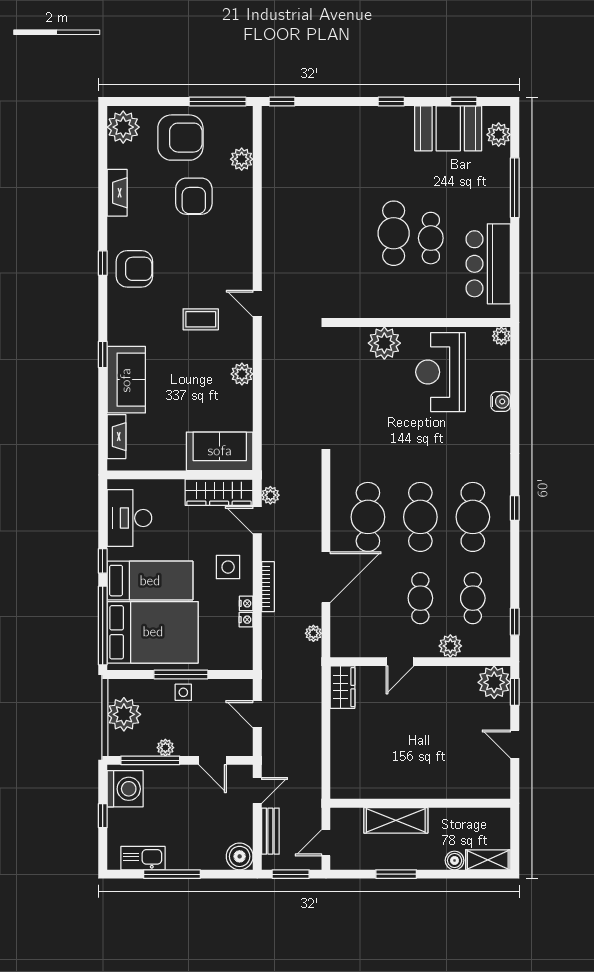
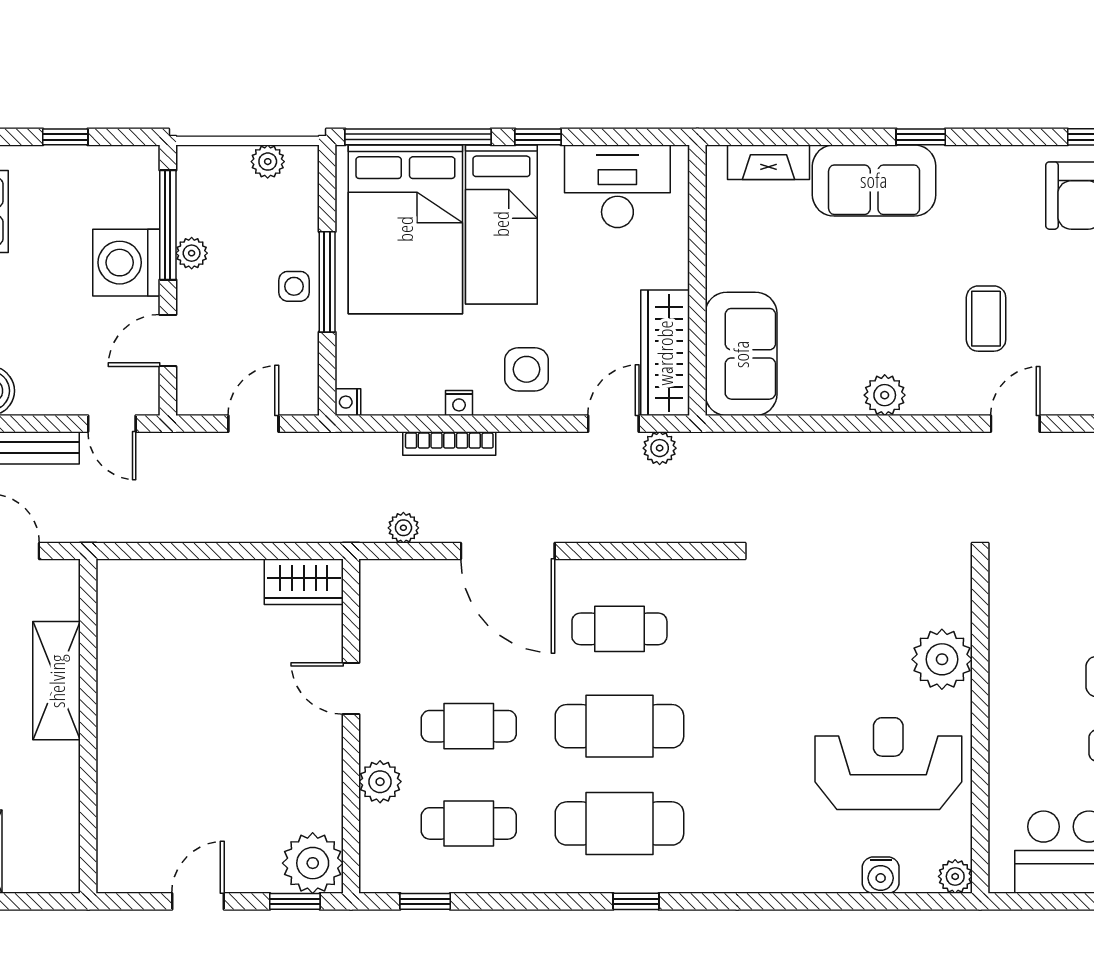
water cooler: (501, 401) -> (881, 875), moved
cafe table: (368, 517) -> (619, 629), width x0.73, depth x0.74
bookcase: (268, 587) -> (449, 443), moved
nightstand: (246, 620) -> (348, 402), moved, turned 90
plant: (124, 714) -> (268, 162), width x0.53, depth x0.53
washing machine: (125, 789) -> (126, 263), moved, turned 90

